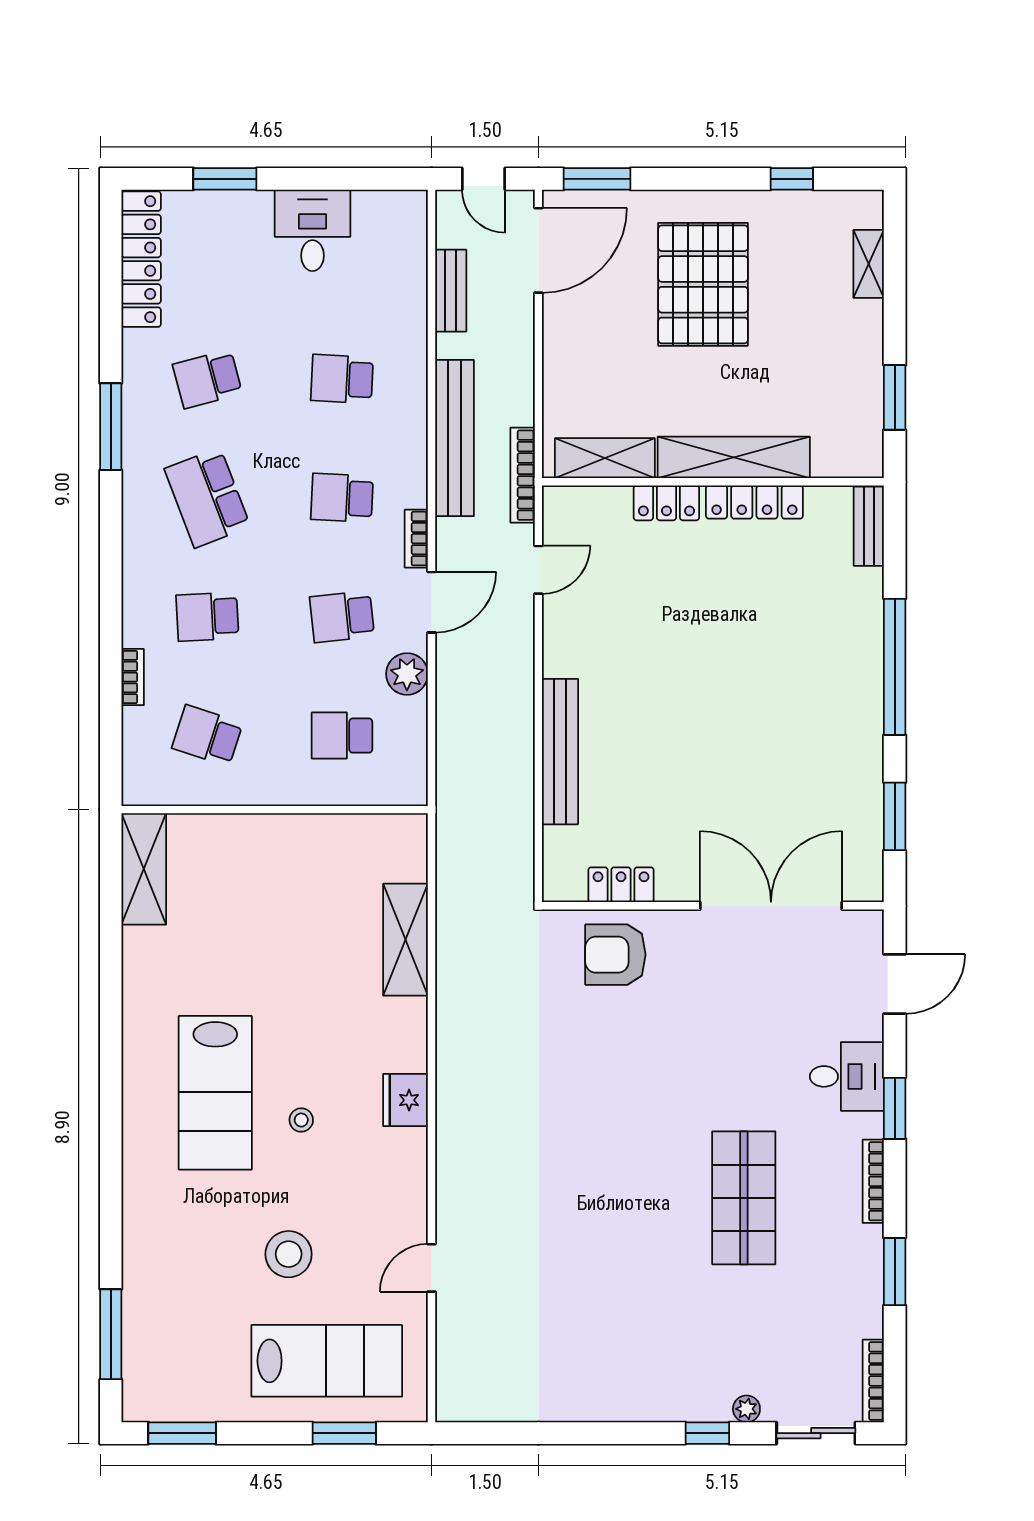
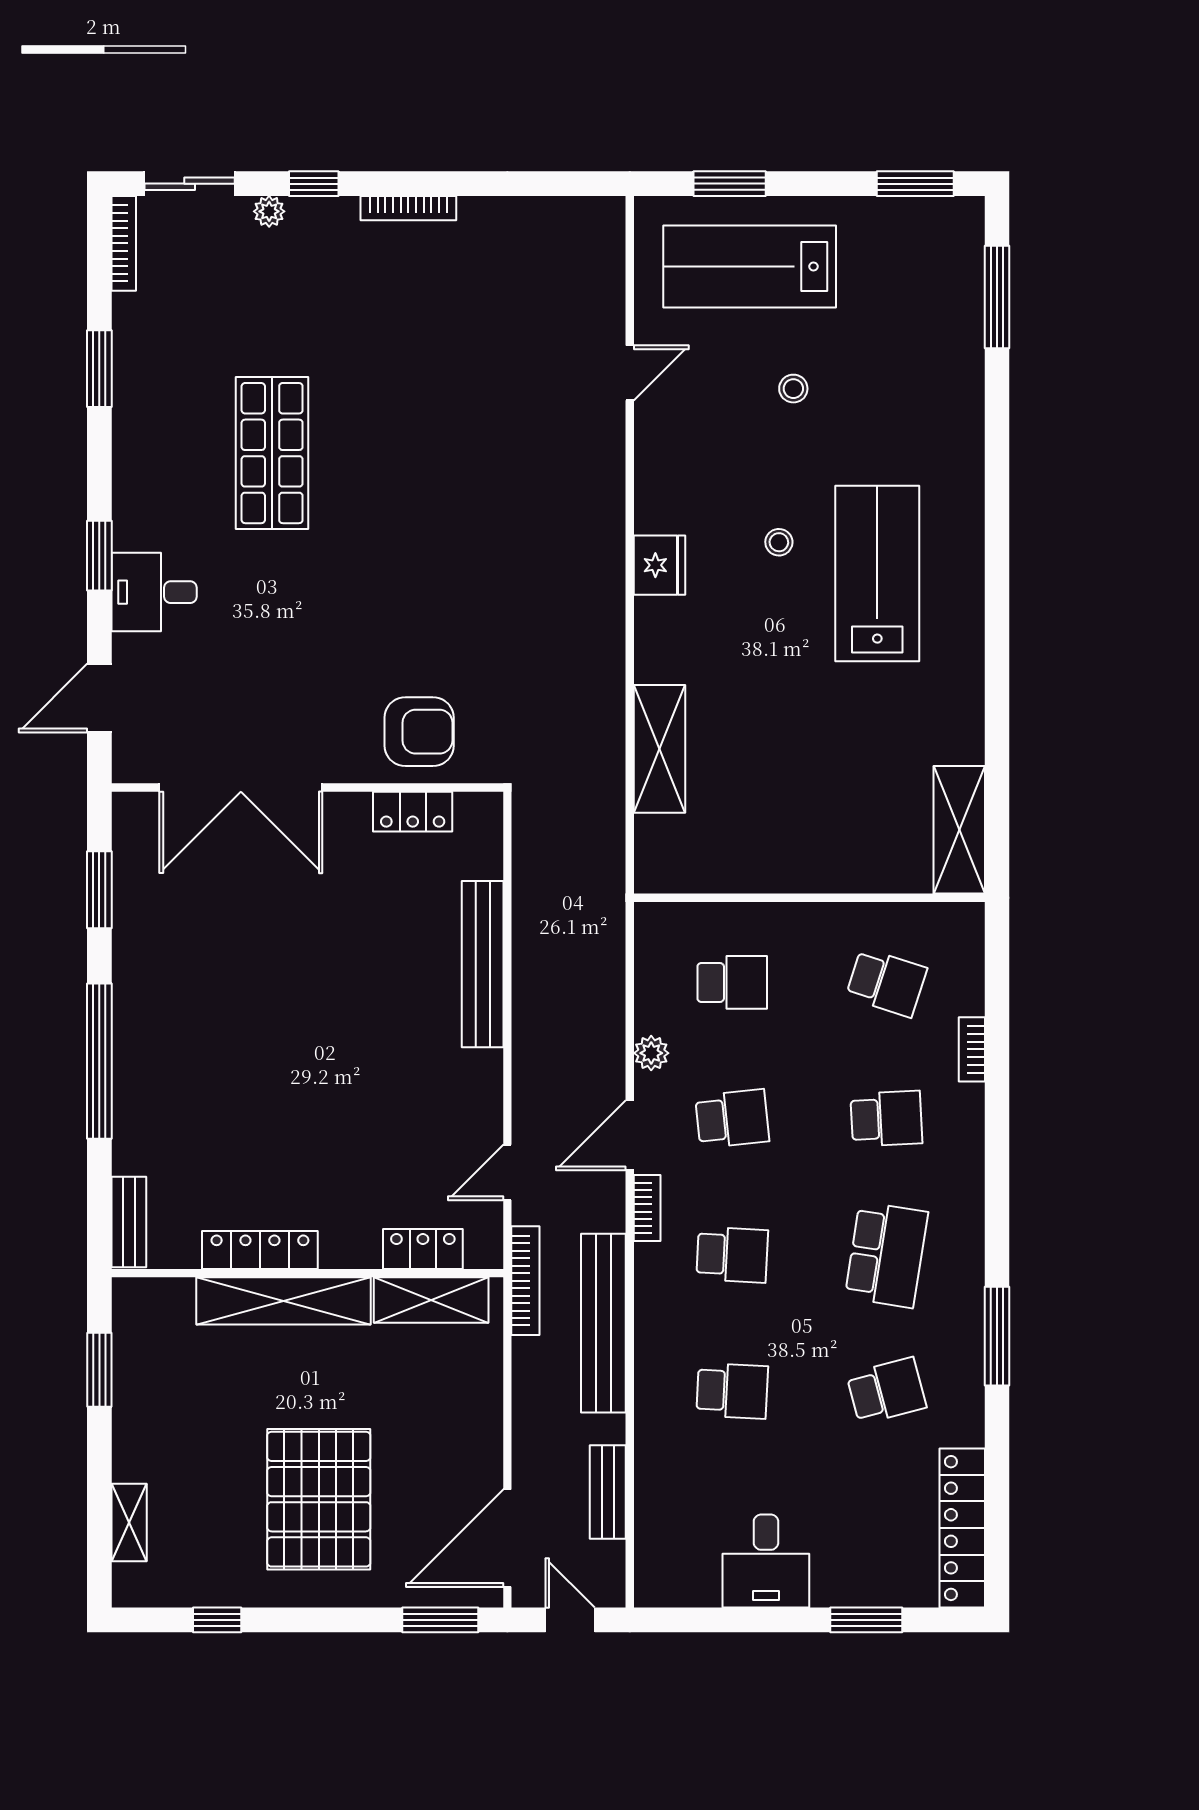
school desk: (207, 498) -> (886, 1255), turned 30
locker: (666, 503) -> (423, 1249), moved
plant: (407, 674) -> (651, 1053), width x0.73, depth x0.73
bookcase: (873, 1181) -> (408, 208), moved, turned 90
stool: (289, 1254) -> (793, 389), width x0.53, depth x0.53

